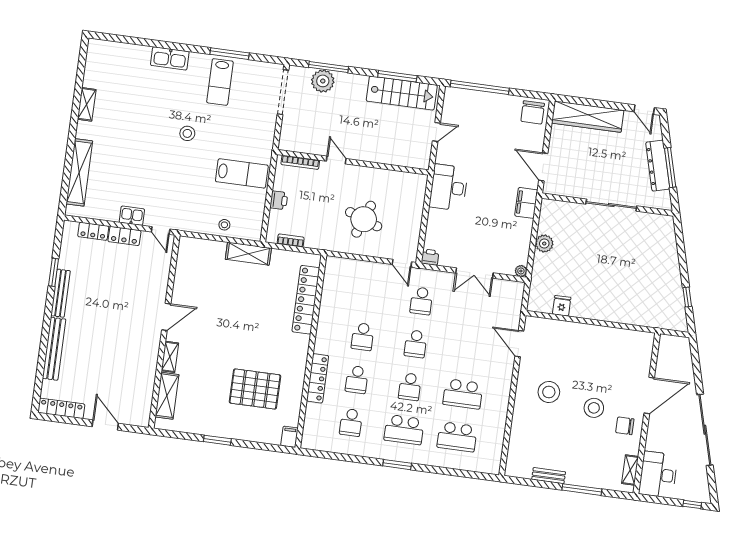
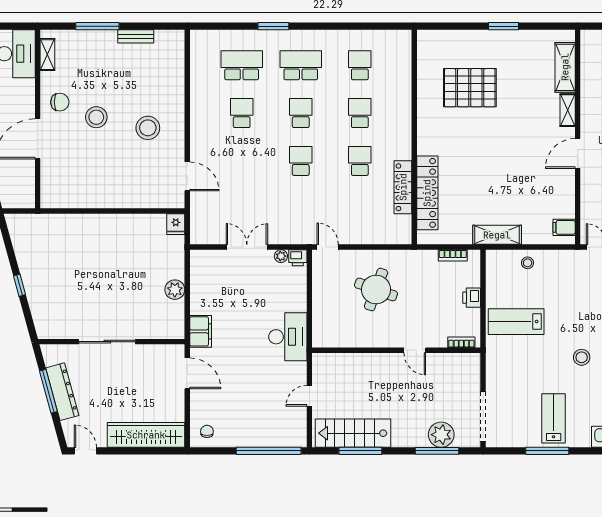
chair: (533, 112) -> (207, 431), width x0.54, depth x0.54
bookcase: (300, 162) -> (461, 342), width x0.64
plant: (521, 271) -> (281, 256), moved
window: (687, 297) -> (19, 285), moved
school desk: (421, 301) -> (301, 209), removed
fridge: (562, 306) -> (176, 224), moved
locker: (318, 378) -> (403, 187), moved
school desk: (463, 394) -> (242, 113), width x0.54
filing cabinet: (289, 437) -> (564, 227), moved, turned 90
window: (397, 465) -> (273, 26), moved

